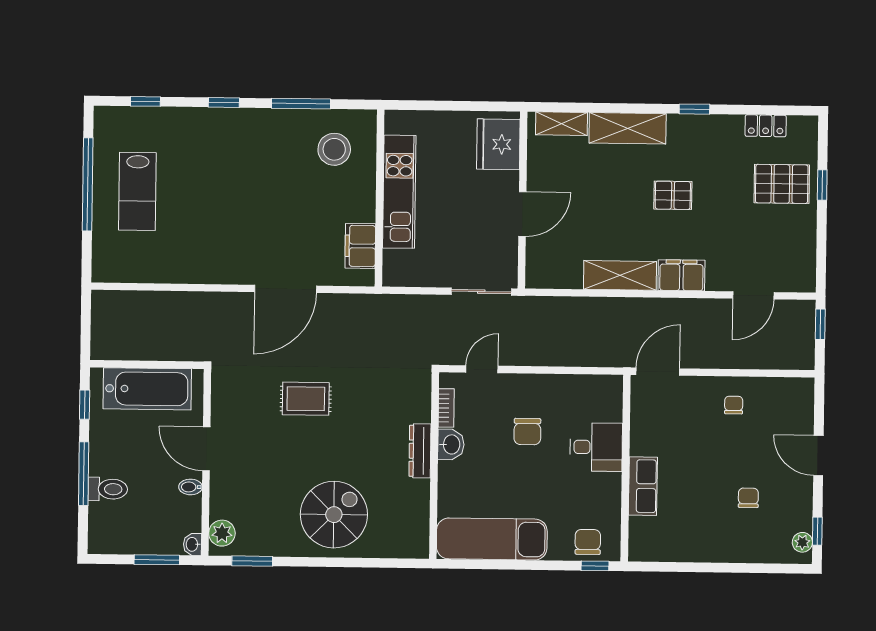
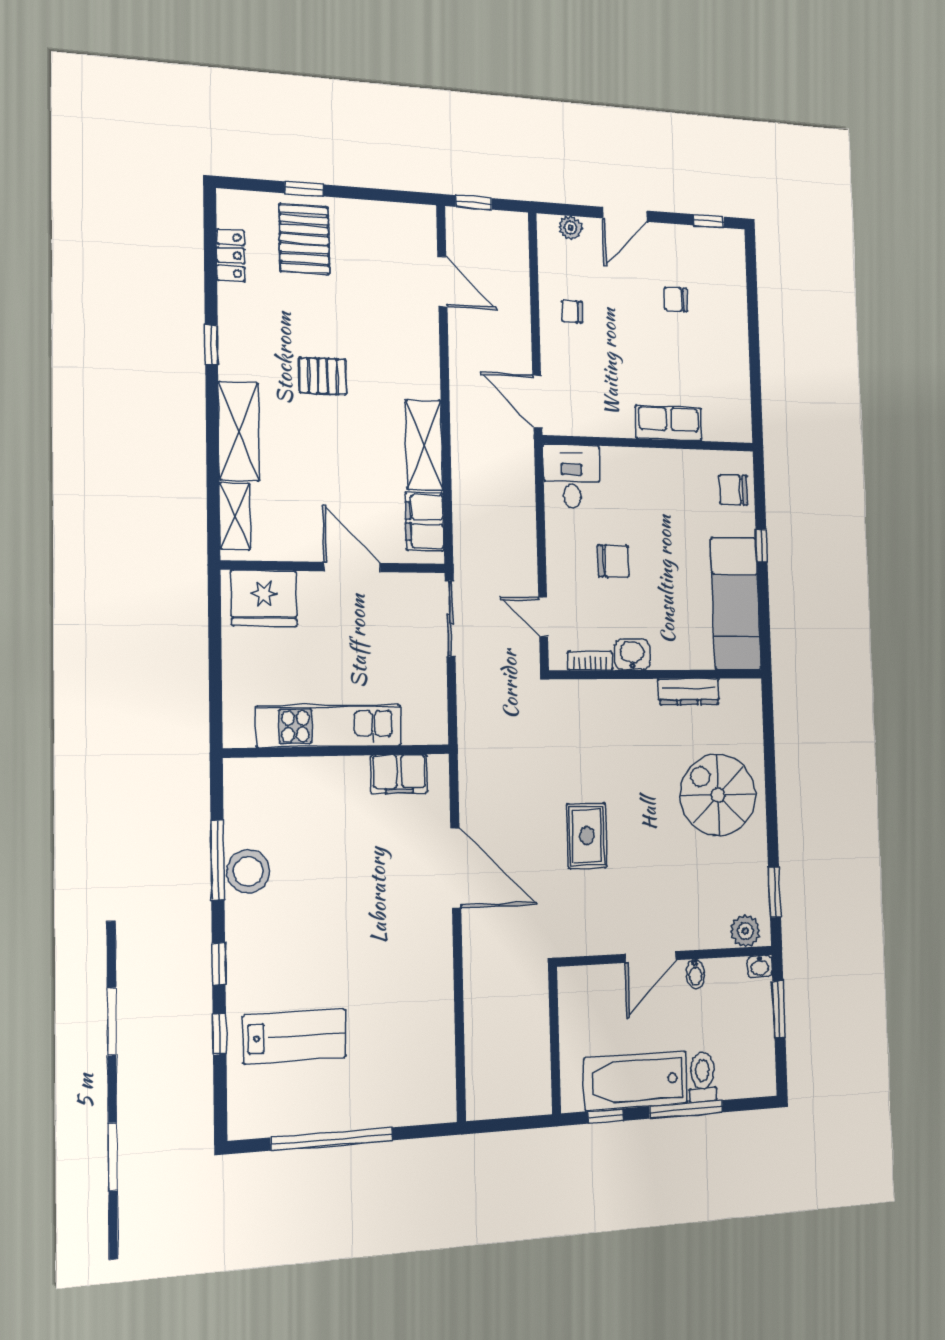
window: (145, 101) -> (219, 1034), moved
stool: (334, 149) -> (248, 871), moved
lab bench: (137, 191) -> (295, 1036), moved
pallet: (673, 195) -> (323, 376), turned 90
filing cabinet: (681, 275) -> (425, 522), moved
bathtub: (147, 389) -> (636, 1081), moved, turned -90
desk: (596, 447) -> (572, 476), moved
dresser: (420, 451) -> (689, 692), moved
plant: (802, 542) -> (570, 228), moved
window: (595, 566) -> (762, 546), moved

